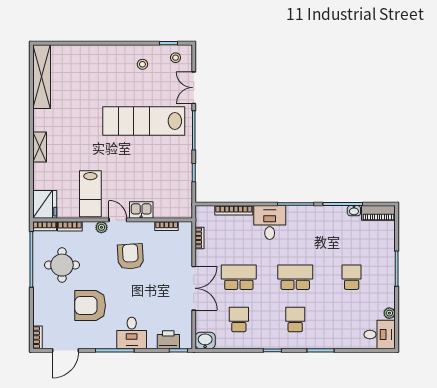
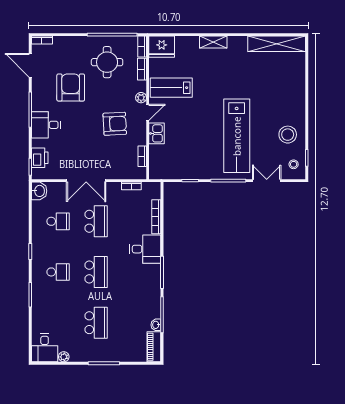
stool: (142, 64) -> (288, 135), width x1.89, depth x1.89
lab bench: (144, 121) -> (237, 136), turned 180
school desk: (352, 277) -> (96, 323), width x1.85

